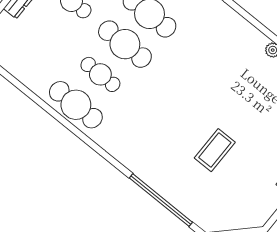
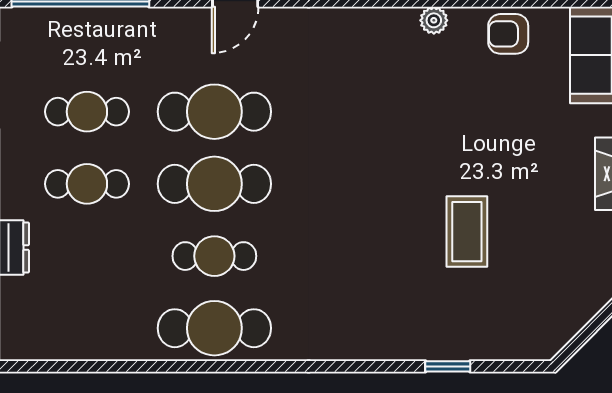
window: (161, 200) -> (448, 366), width x0.32

